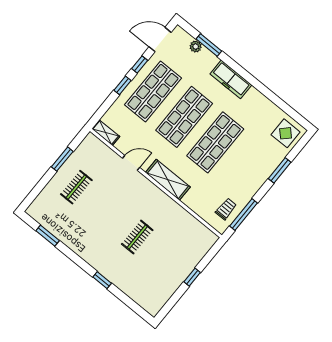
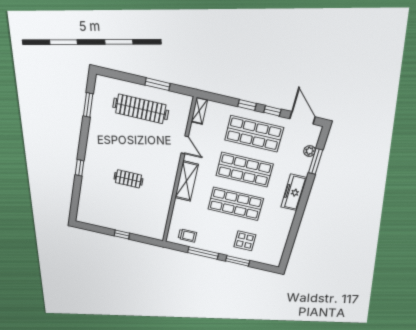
display table: (286, 133) -> (245, 241), moved
clothes rail: (76, 187) -> (141, 109), width x1.86, depth x1.31
window: (244, 214) -> (203, 253), moved

